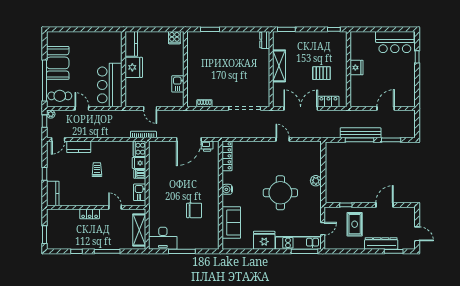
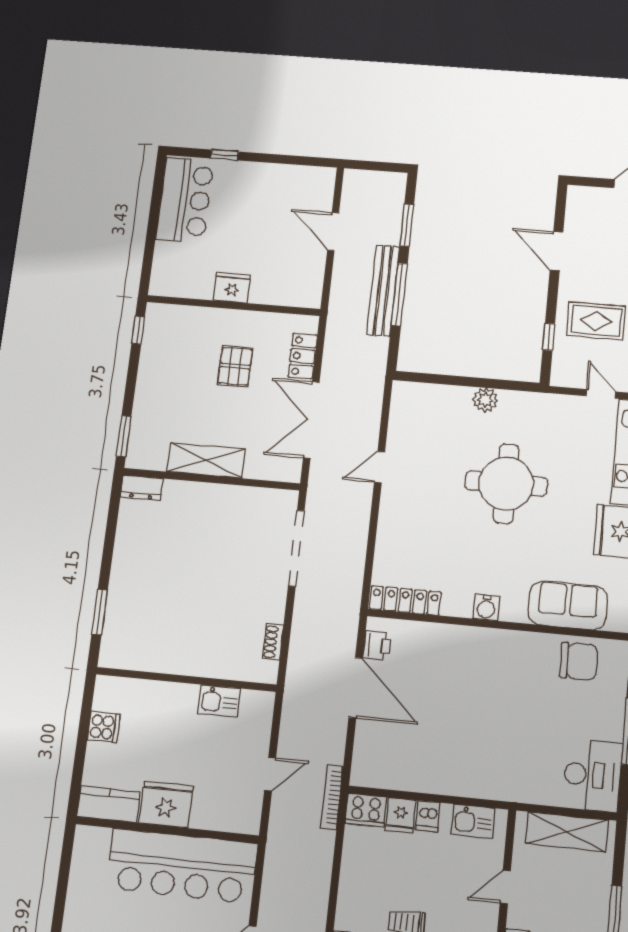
cooker: (174, 38) -> (104, 727), moved
bar counter: (110, 85) -> (182, 866), width x1.36
chair: (194, 210) -> (579, 661), moved, turned 89

